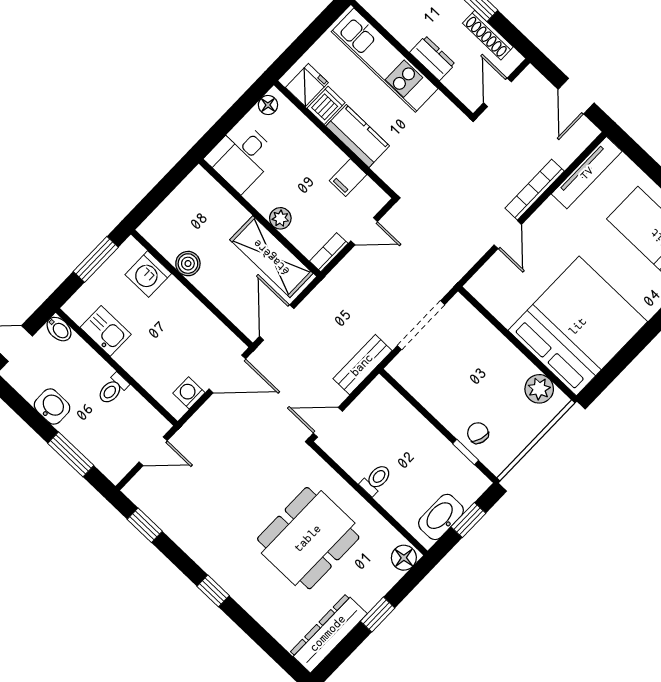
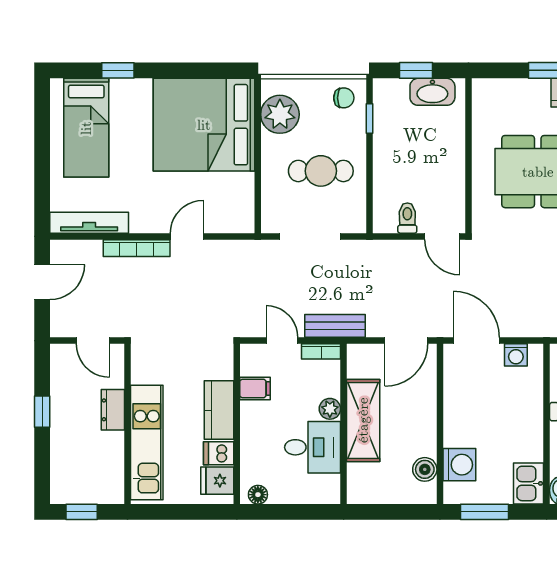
shoe rack: (488, 35) -> (59, 386), removed
door: (497, 92) -> (93, 341), hinge flipped
desk: (242, 157) -> (313, 447), moved
shelving: (271, 257) -> (363, 420), moved
boiler: (188, 264) -> (425, 469), moved
kitchen sink: (106, 331) -> (529, 483), moved
bench: (362, 365) -> (335, 326), moved
cafe table: (461, 379) -> (321, 171), added
plant: (539, 389) -> (280, 114), width x1.36, depth x1.36
chair: (478, 433) -> (344, 98), moved, turned -107
toilet: (376, 480) -> (407, 218), moved, turned 90
floor lamp: (404, 558) -> (487, 90), removed

